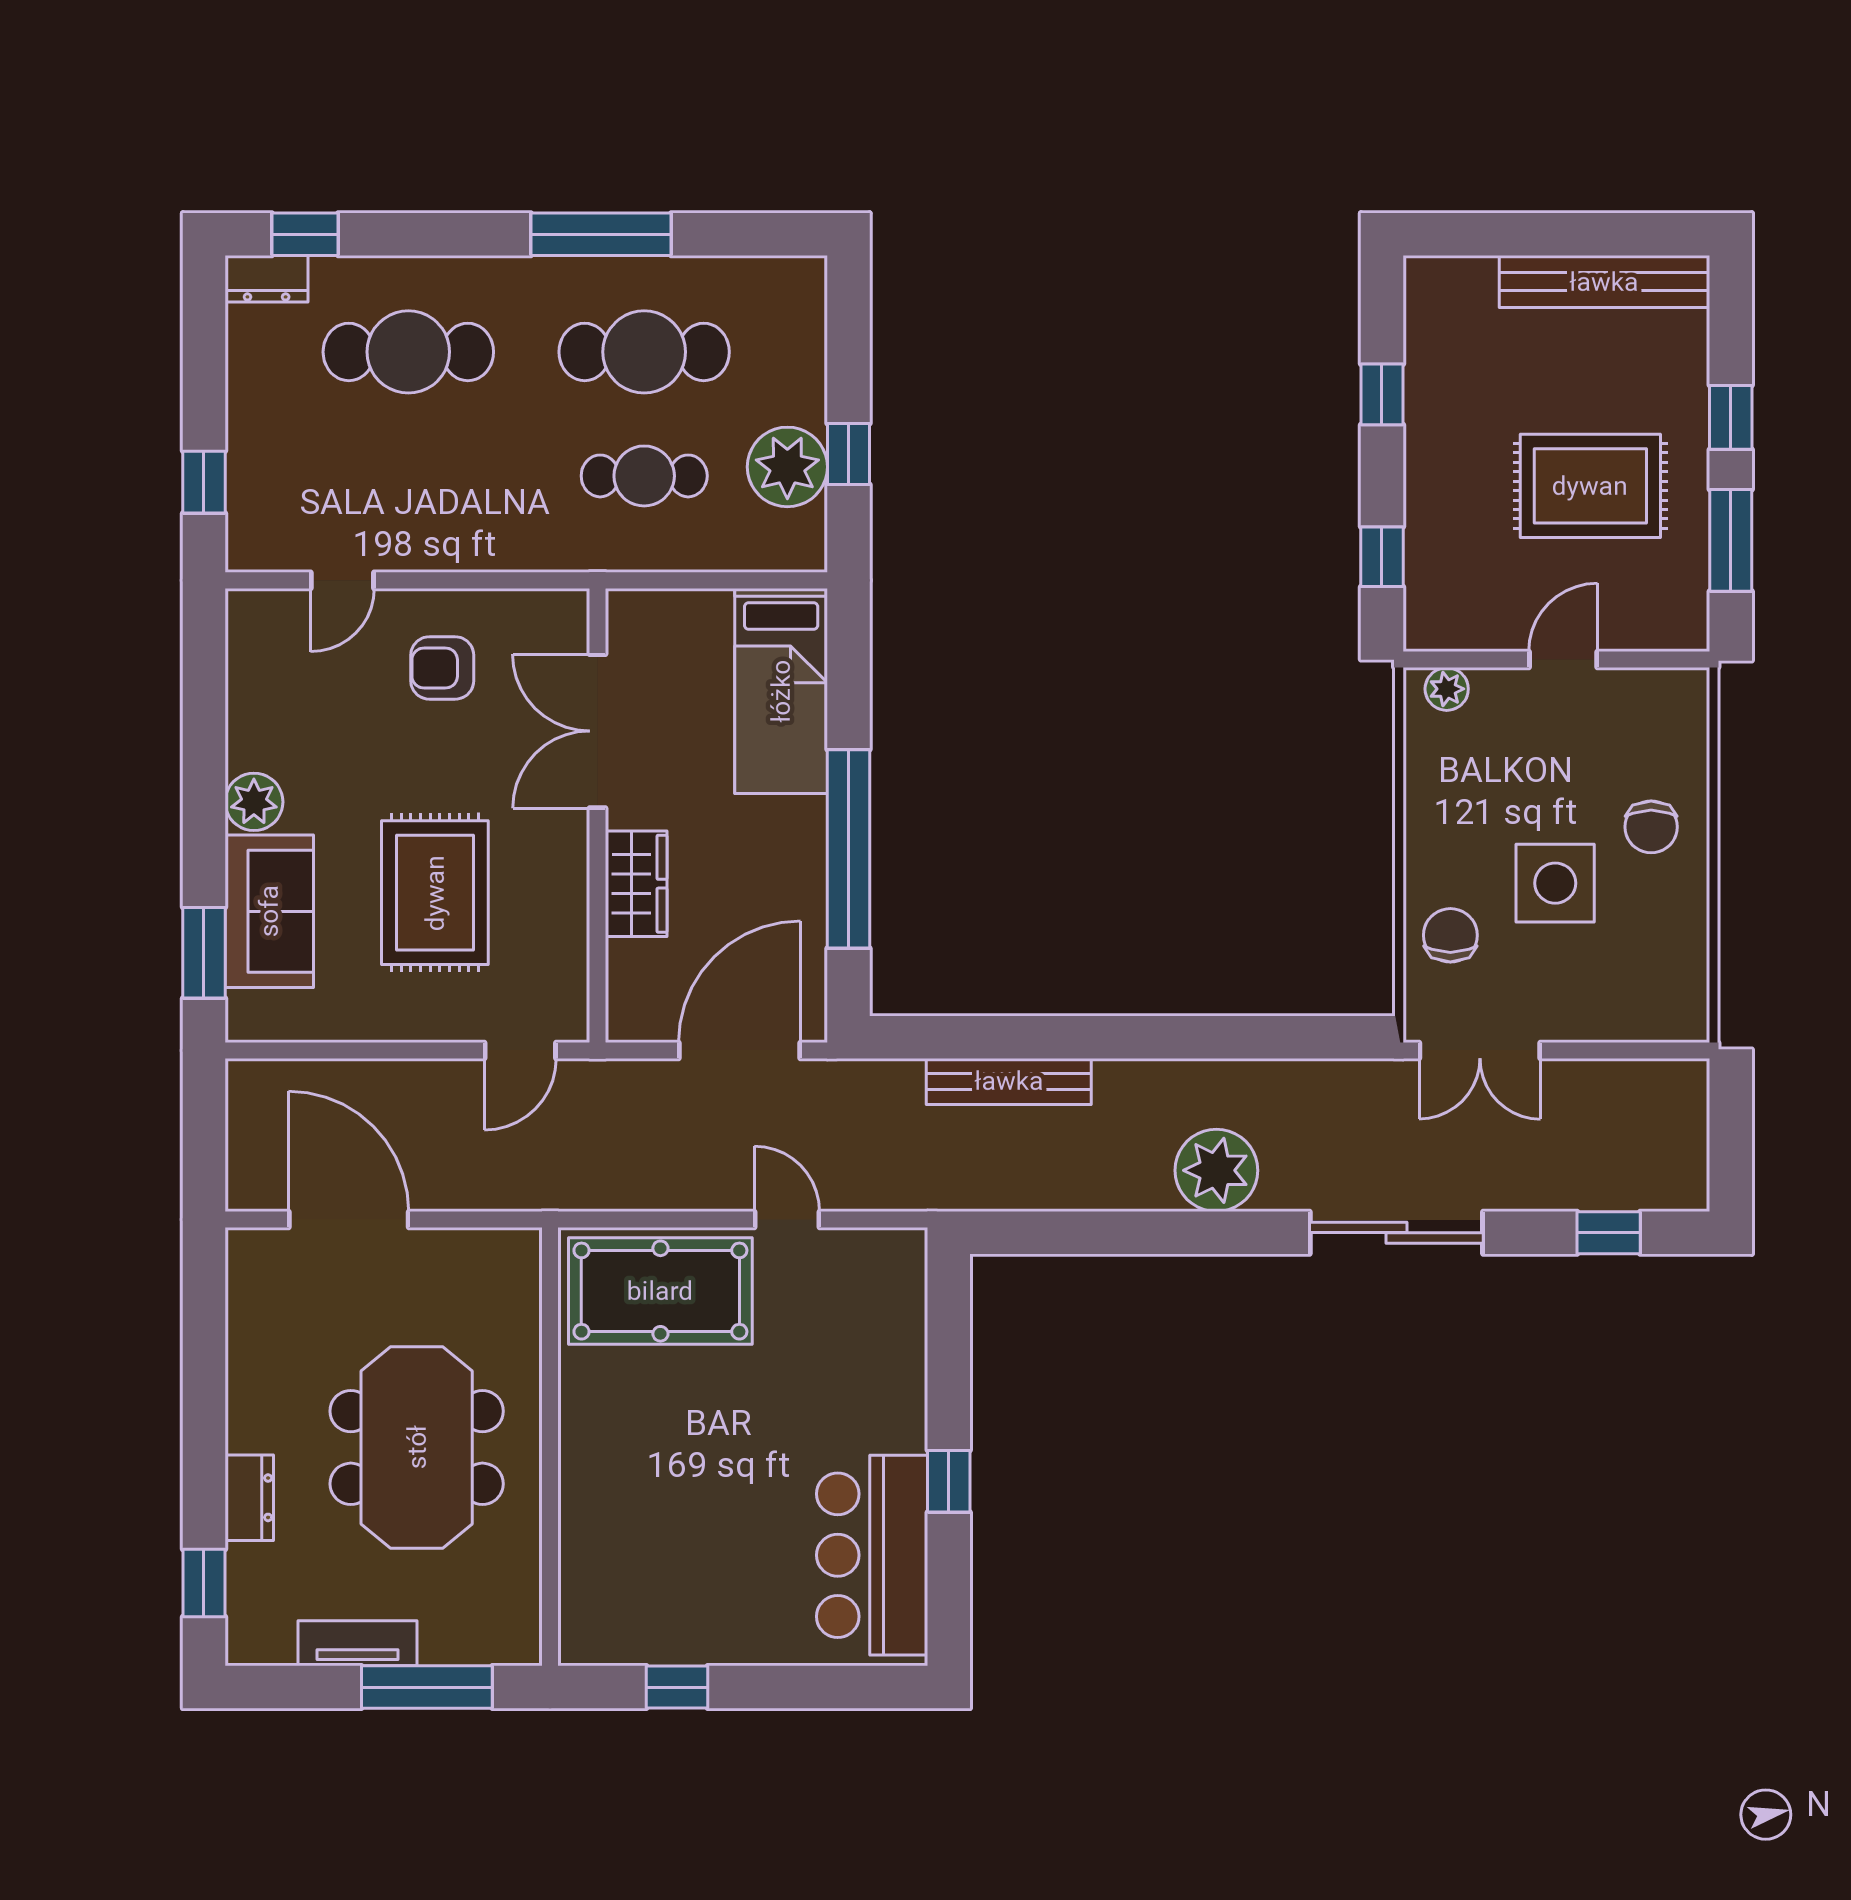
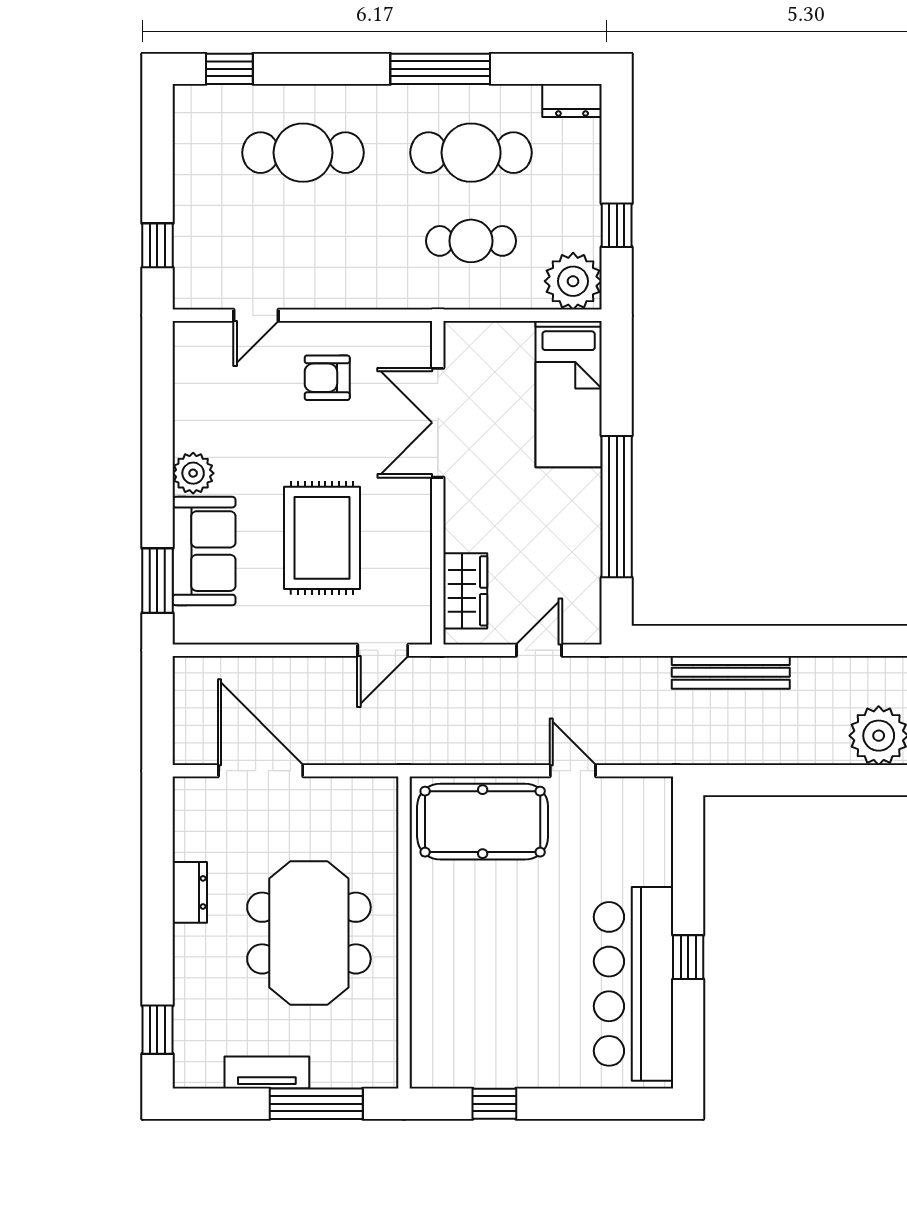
dresser: (267, 279) -> (572, 100), moved
plant: (787, 467) -> (573, 281), moved
wardrobe: (636, 884) -> (465, 591), moved
door: (739, 1050) -> (539, 650), width x0.53
dresser: (249, 1498) -> (190, 892), moved
bar counter: (872, 1555) -> (633, 984), width x1.36

